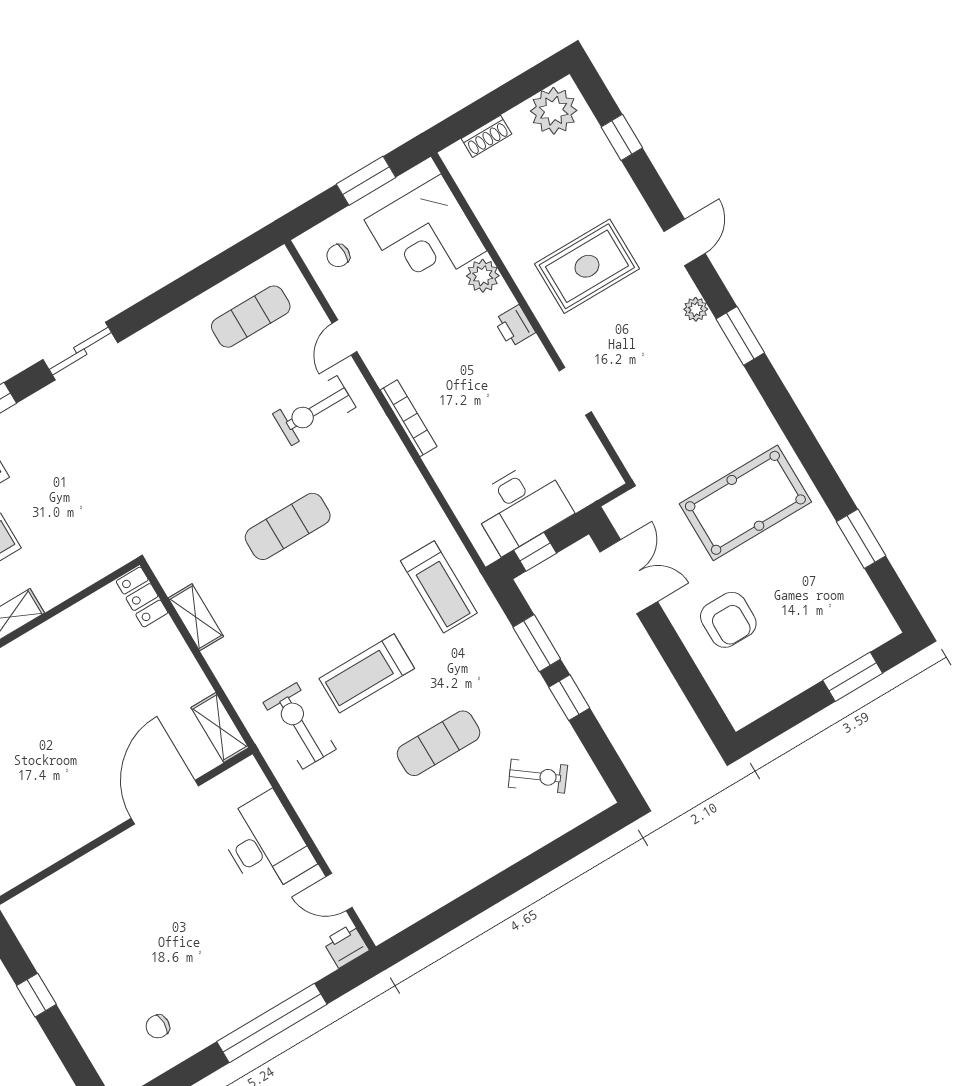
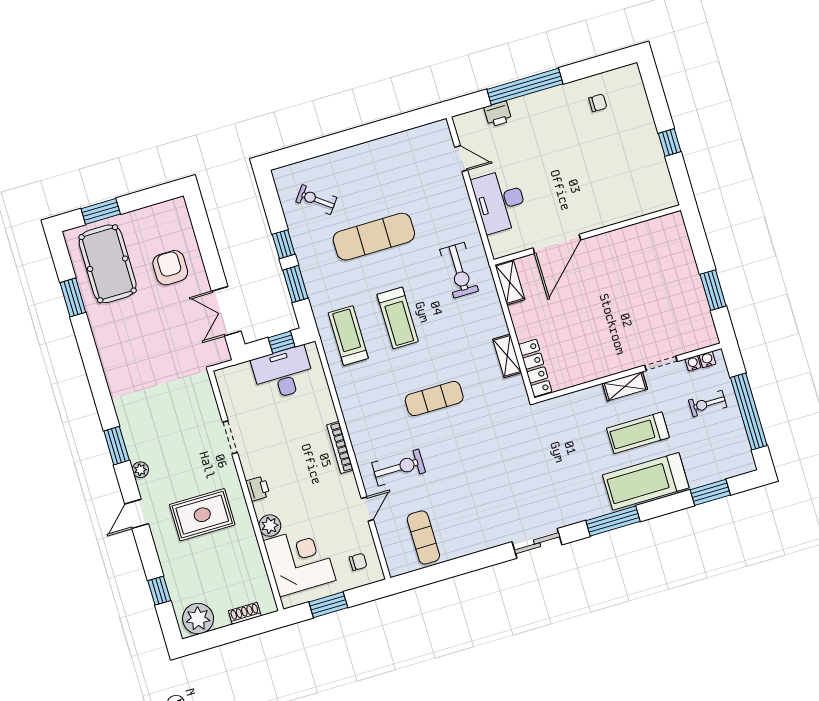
exercise mat: (251, 317) -> (423, 537), turned 90
pool table: (745, 503) -> (108, 264), moved, turned 90
locker: (142, 597) -> (535, 368), width x1.53
treadmill: (367, 673) -> (398, 318), moved, turned 90
exercise mat: (439, 743) -> (374, 237), width x1.36, depth x1.45
printer: (346, 946) -> (498, 114), moved

